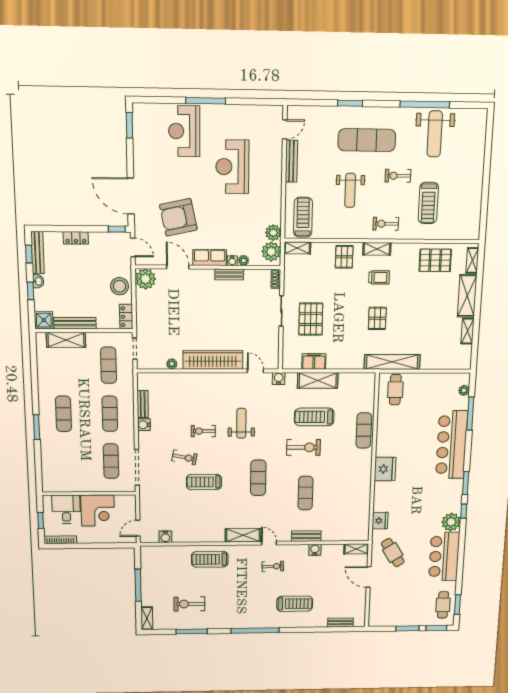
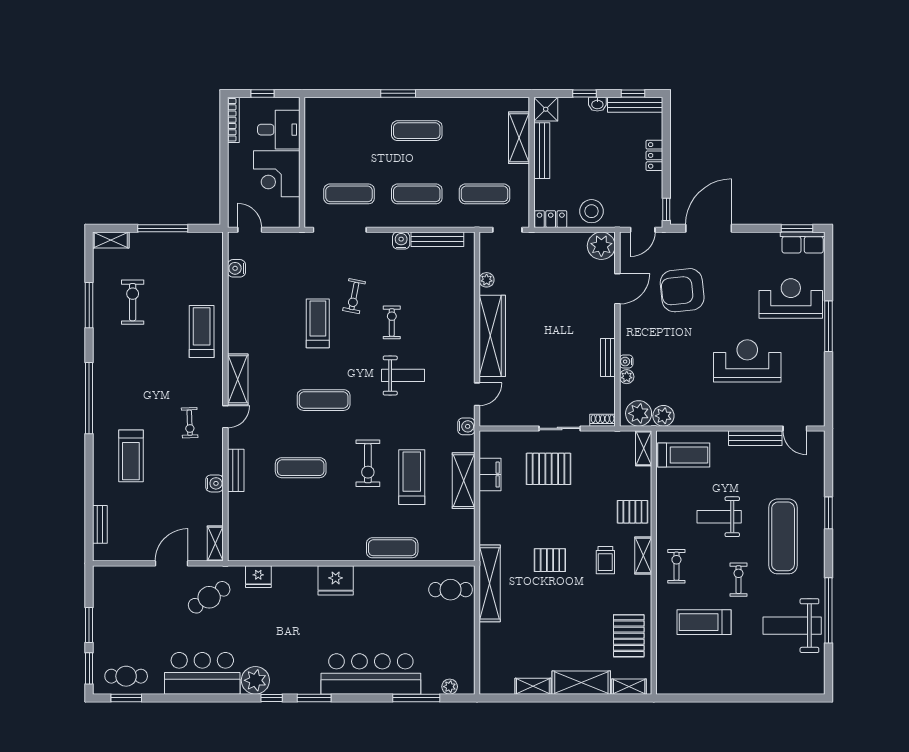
armchair: (178, 217) -> (682, 290), turned -84
row of seats: (210, 258) -> (803, 243), moved, turned 90
bench: (143, 404) -> (437, 239), width x1.36

